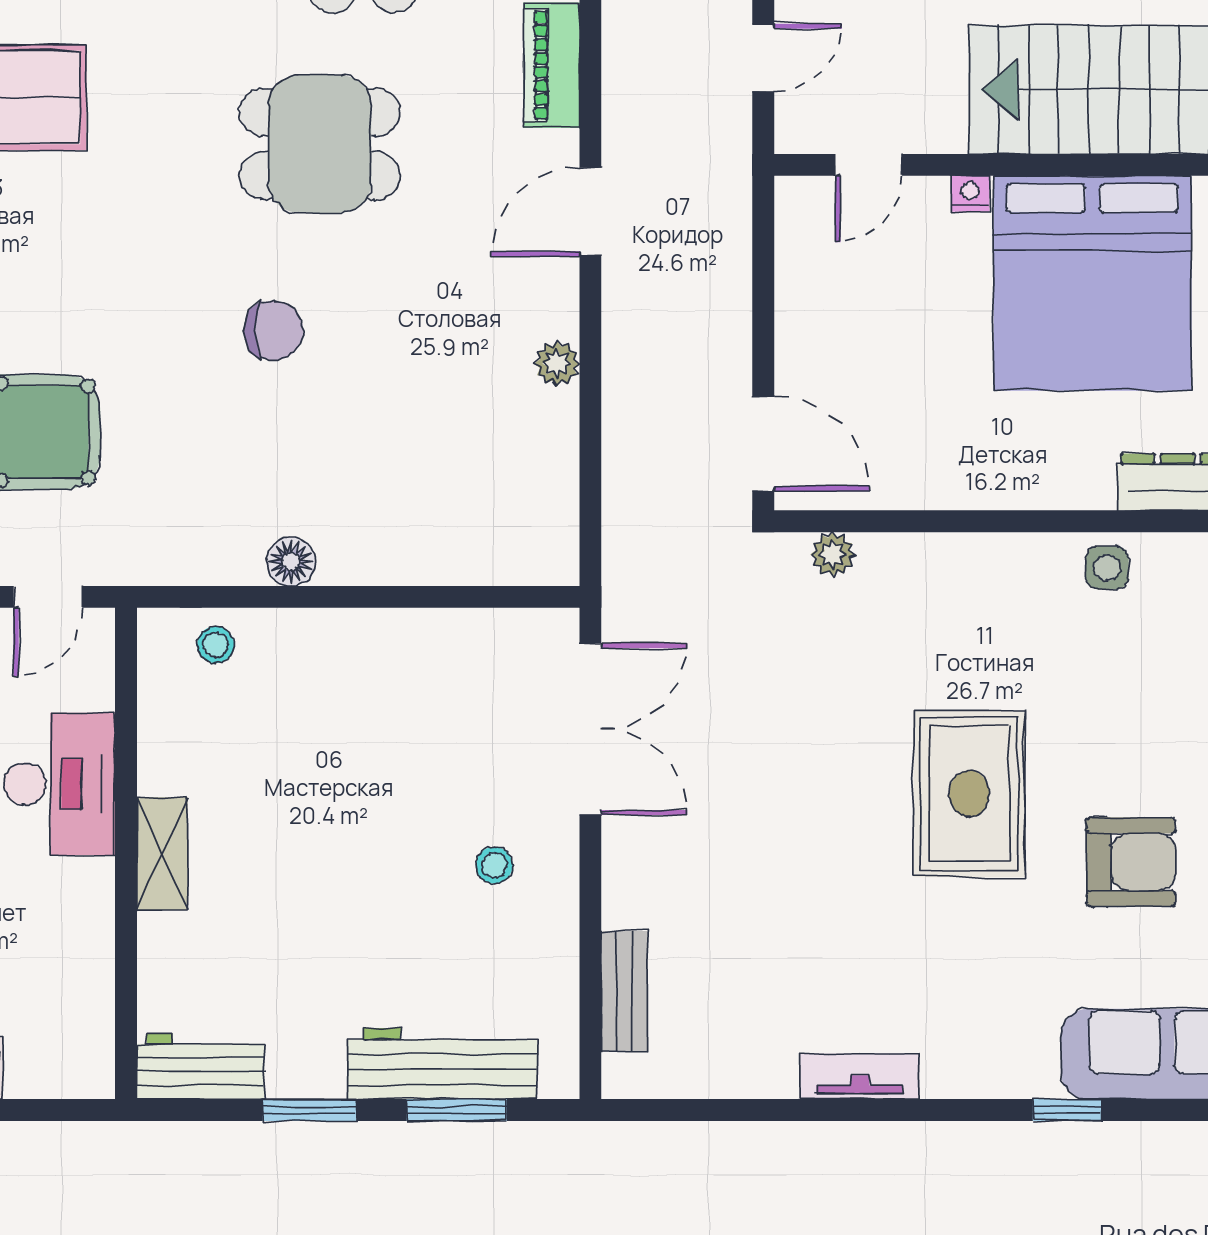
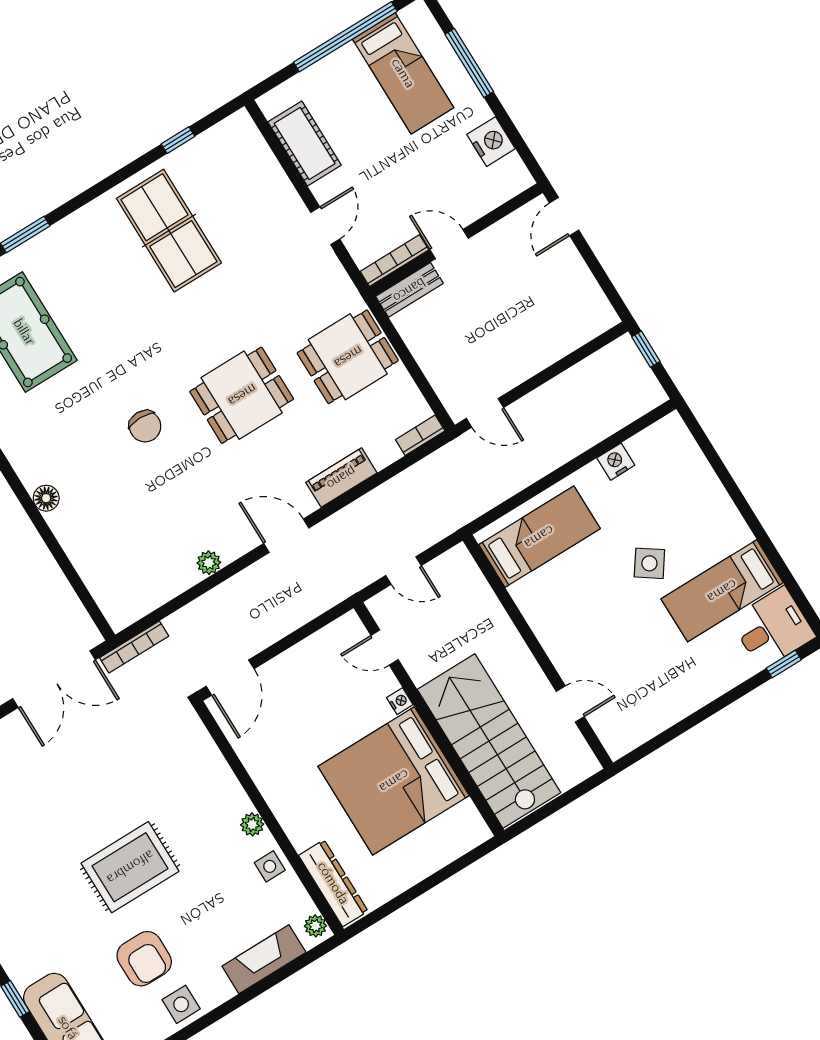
dining table: (320, 144) -> (242, 395), turned 90
plant: (833, 554) -> (252, 824), moved
bookcase: (618, 568) -> (134, 647), added

